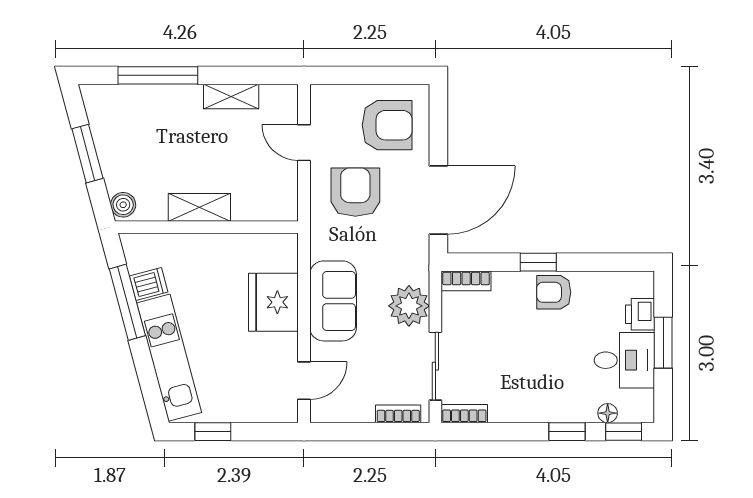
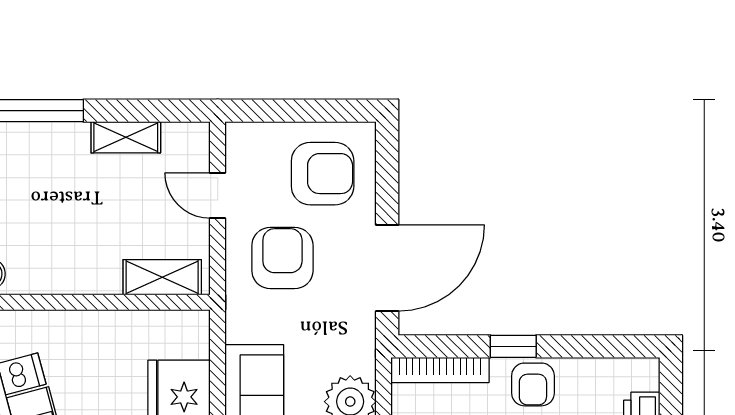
shelving: (199, 207) -> (162, 277), moved
bookcase: (466, 281) -> (440, 370), width x1.56
armchair: (554, 292) -> (533, 384), turned -90

